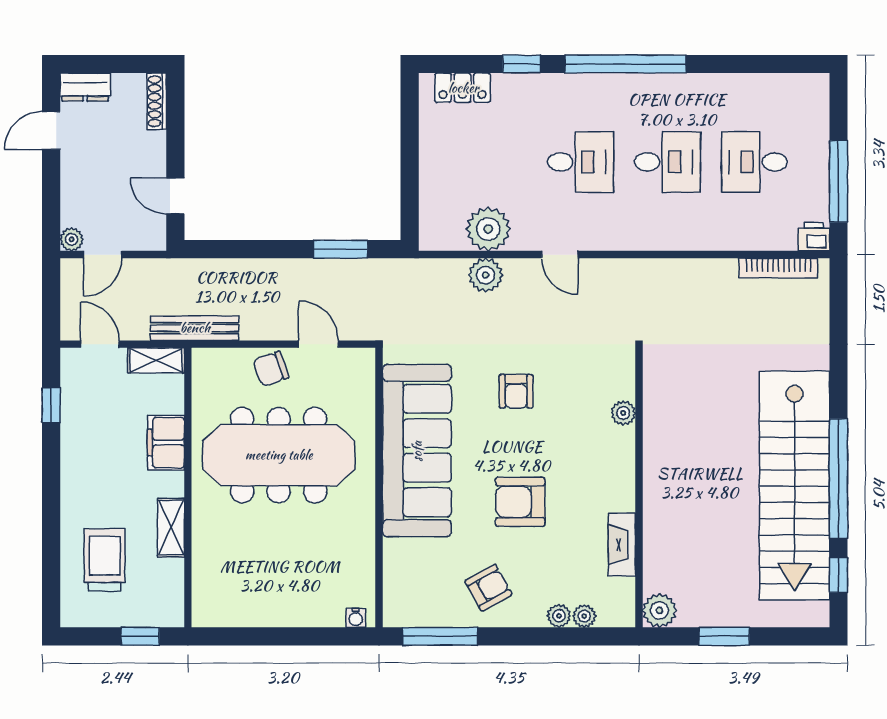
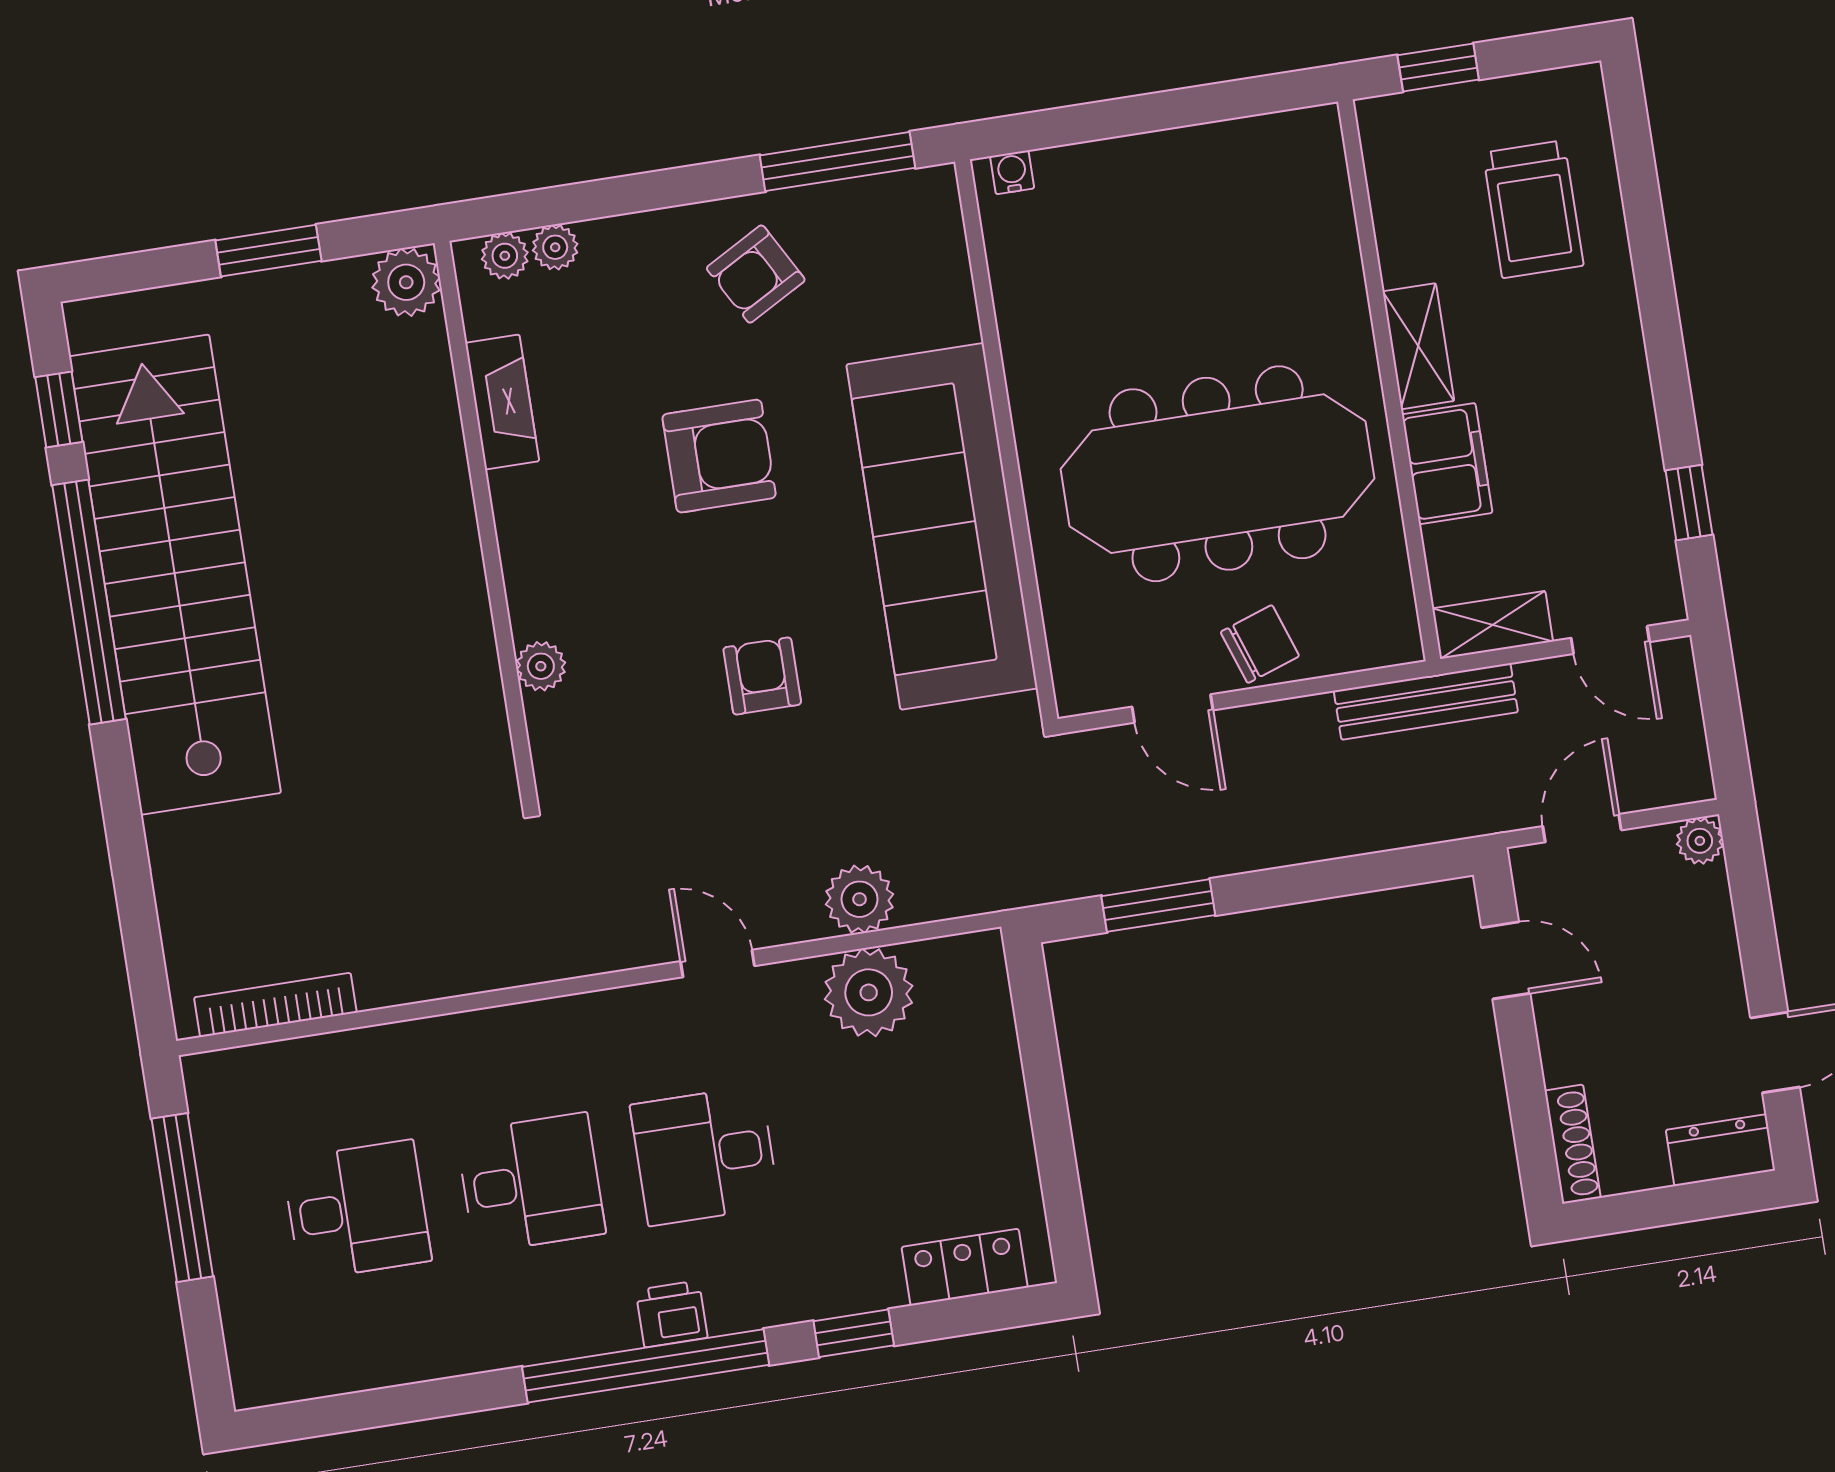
desk: (667, 162) -> (531, 1183), turned 180
printer: (814, 237) -> (672, 1314), moved, turned 180
door: (102, 255) -> (1582, 828), moved
shelving: (171, 528) -> (1418, 346), moved
plant: (559, 616) -> (505, 256), moved

